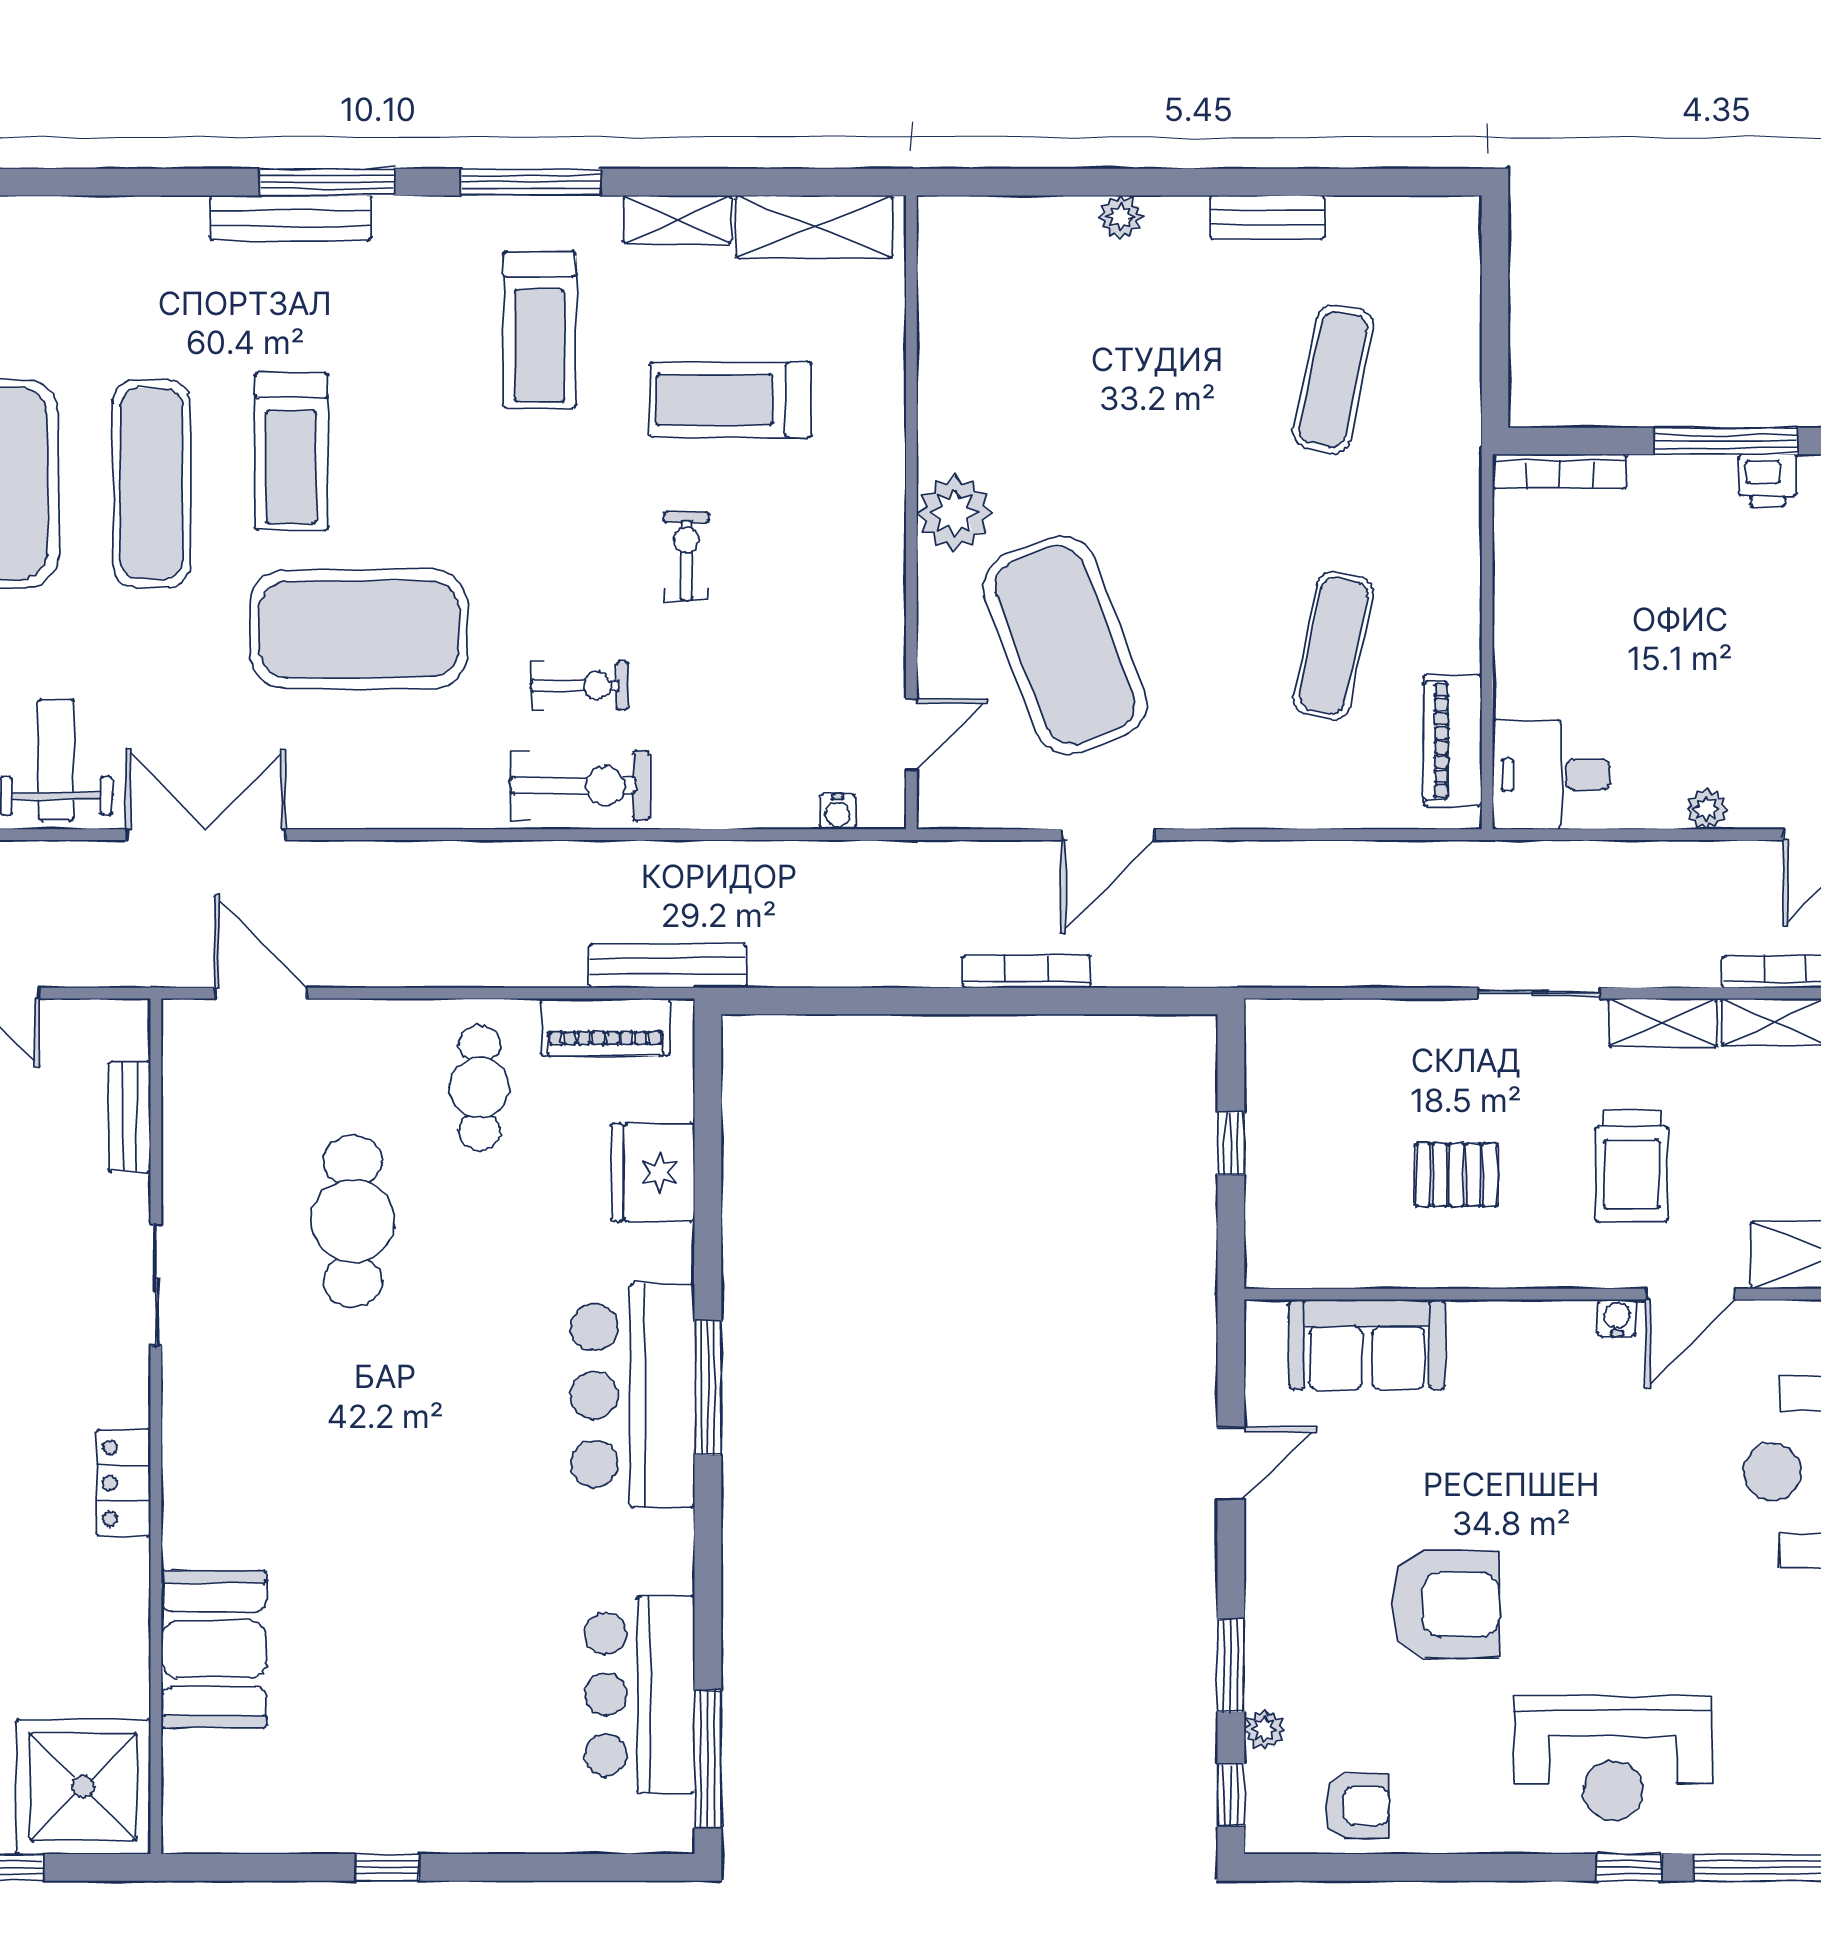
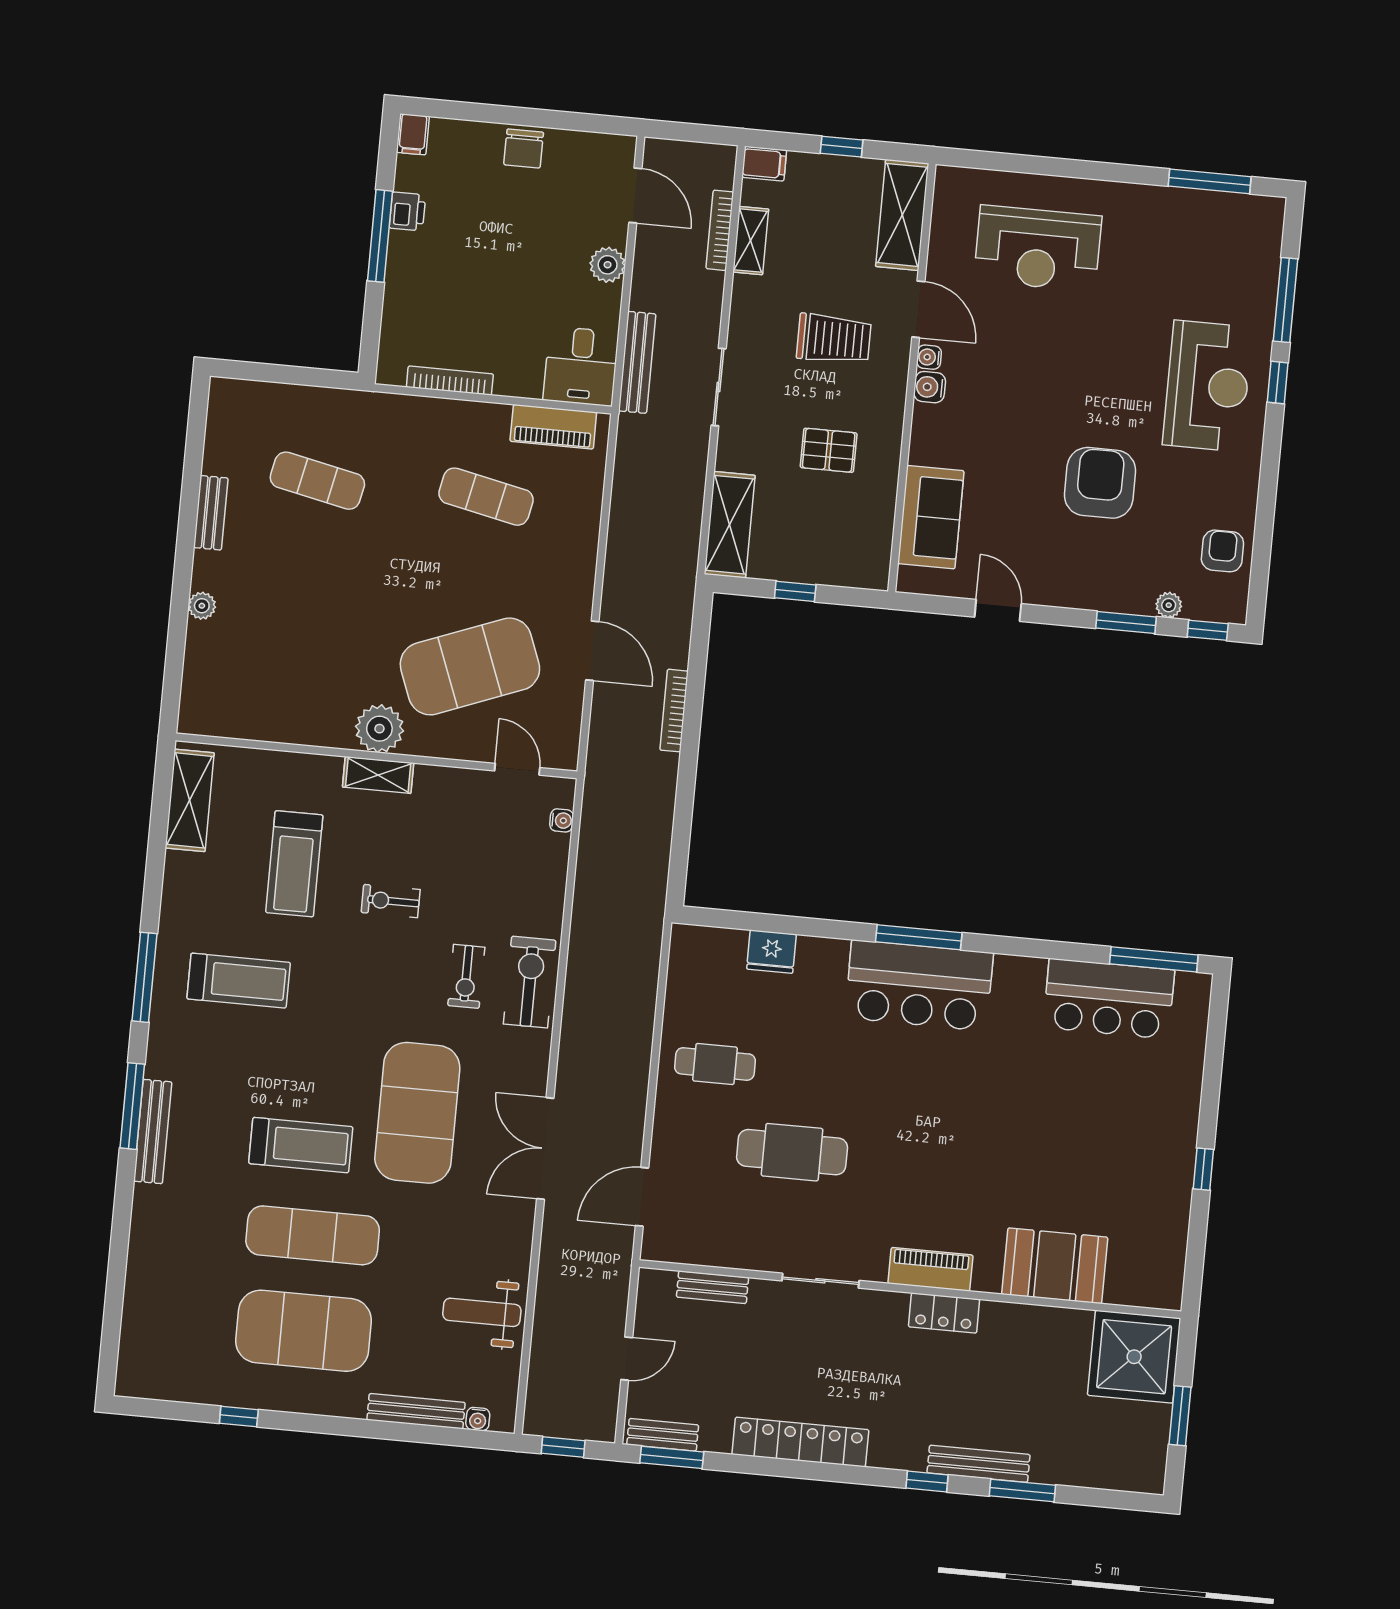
shelving: (678, 220) -> (378, 775), moved, turned 90
bookcase: (1559, 471) -> (450, 381), moved, turned -90
exercise bike: (580, 686) -> (466, 976), turned 180
plant: (1706, 809) -> (608, 265), width x1.38, depth x1.38
double door: (206, 835) -> (545, 1149), moved
bench: (667, 966) -> (637, 362), moved
shelving: (1663, 1023) -> (730, 525), moved, width x1.50, depth x1.33
piano: (605, 1027) -> (930, 1269), moved, turned -90
fridge: (653, 1173) -> (772, 952), width x0.73, depth x0.75
pallet: (1456, 1175) -> (829, 450), turned 90
water cooler: (1570, 1323) -> (930, 387), added

